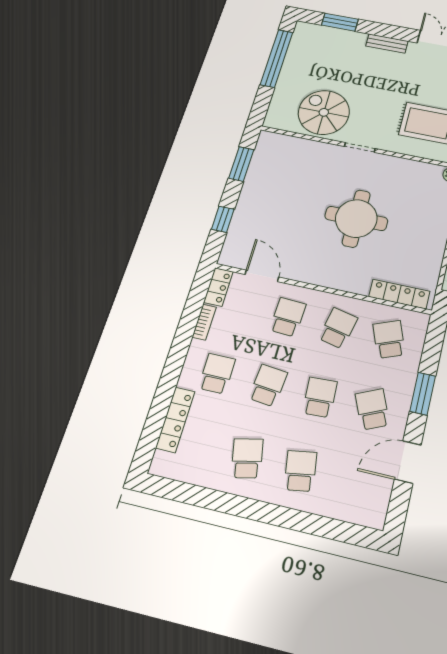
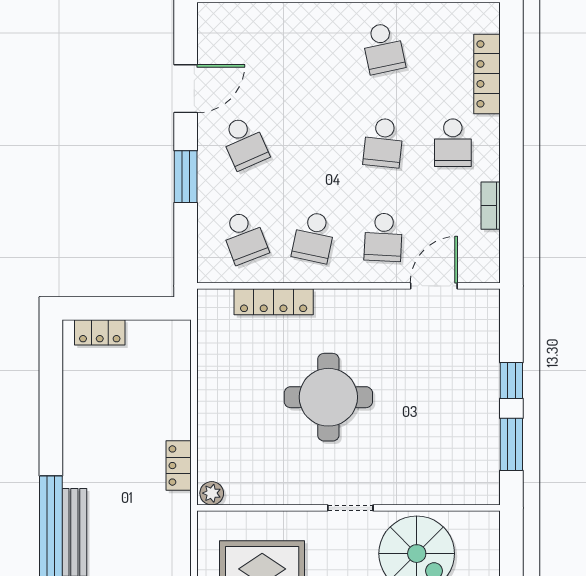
window: (223, 219) -> (511, 380), moved
door: (262, 276) -> (434, 286), swing flipped
locker: (218, 287) -> (487, 257), removed
locker: (399, 294) -> (274, 302), moved
school desk: (320, 397) -> (314, 143), removed
school desk: (300, 471) -> (314, 48), removed

